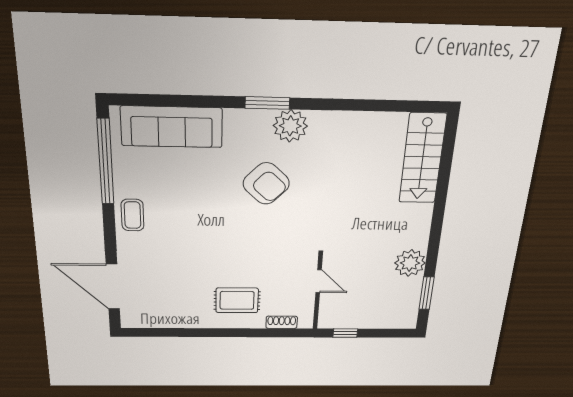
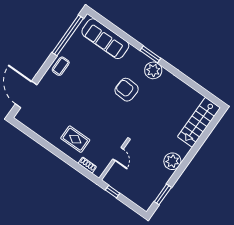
armchair: (266, 183) -> (127, 90), turned 139
plant: (410, 263) -> (172, 161), moved

